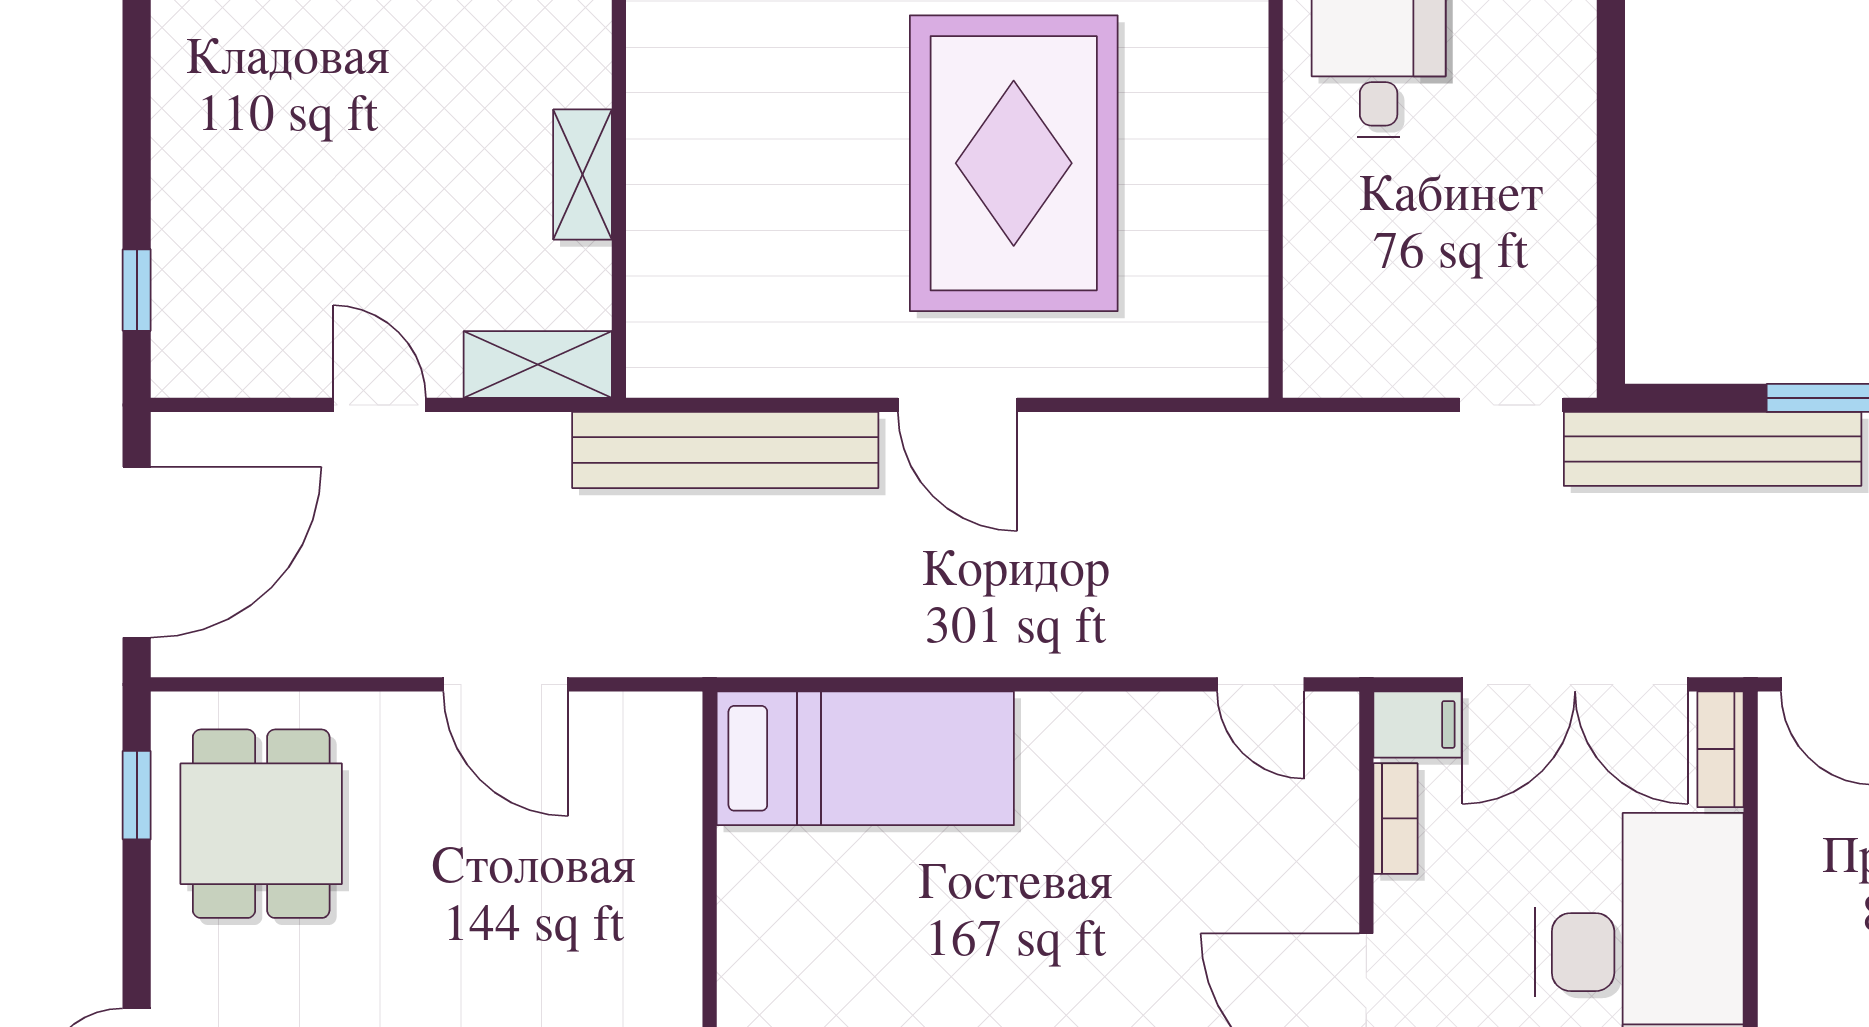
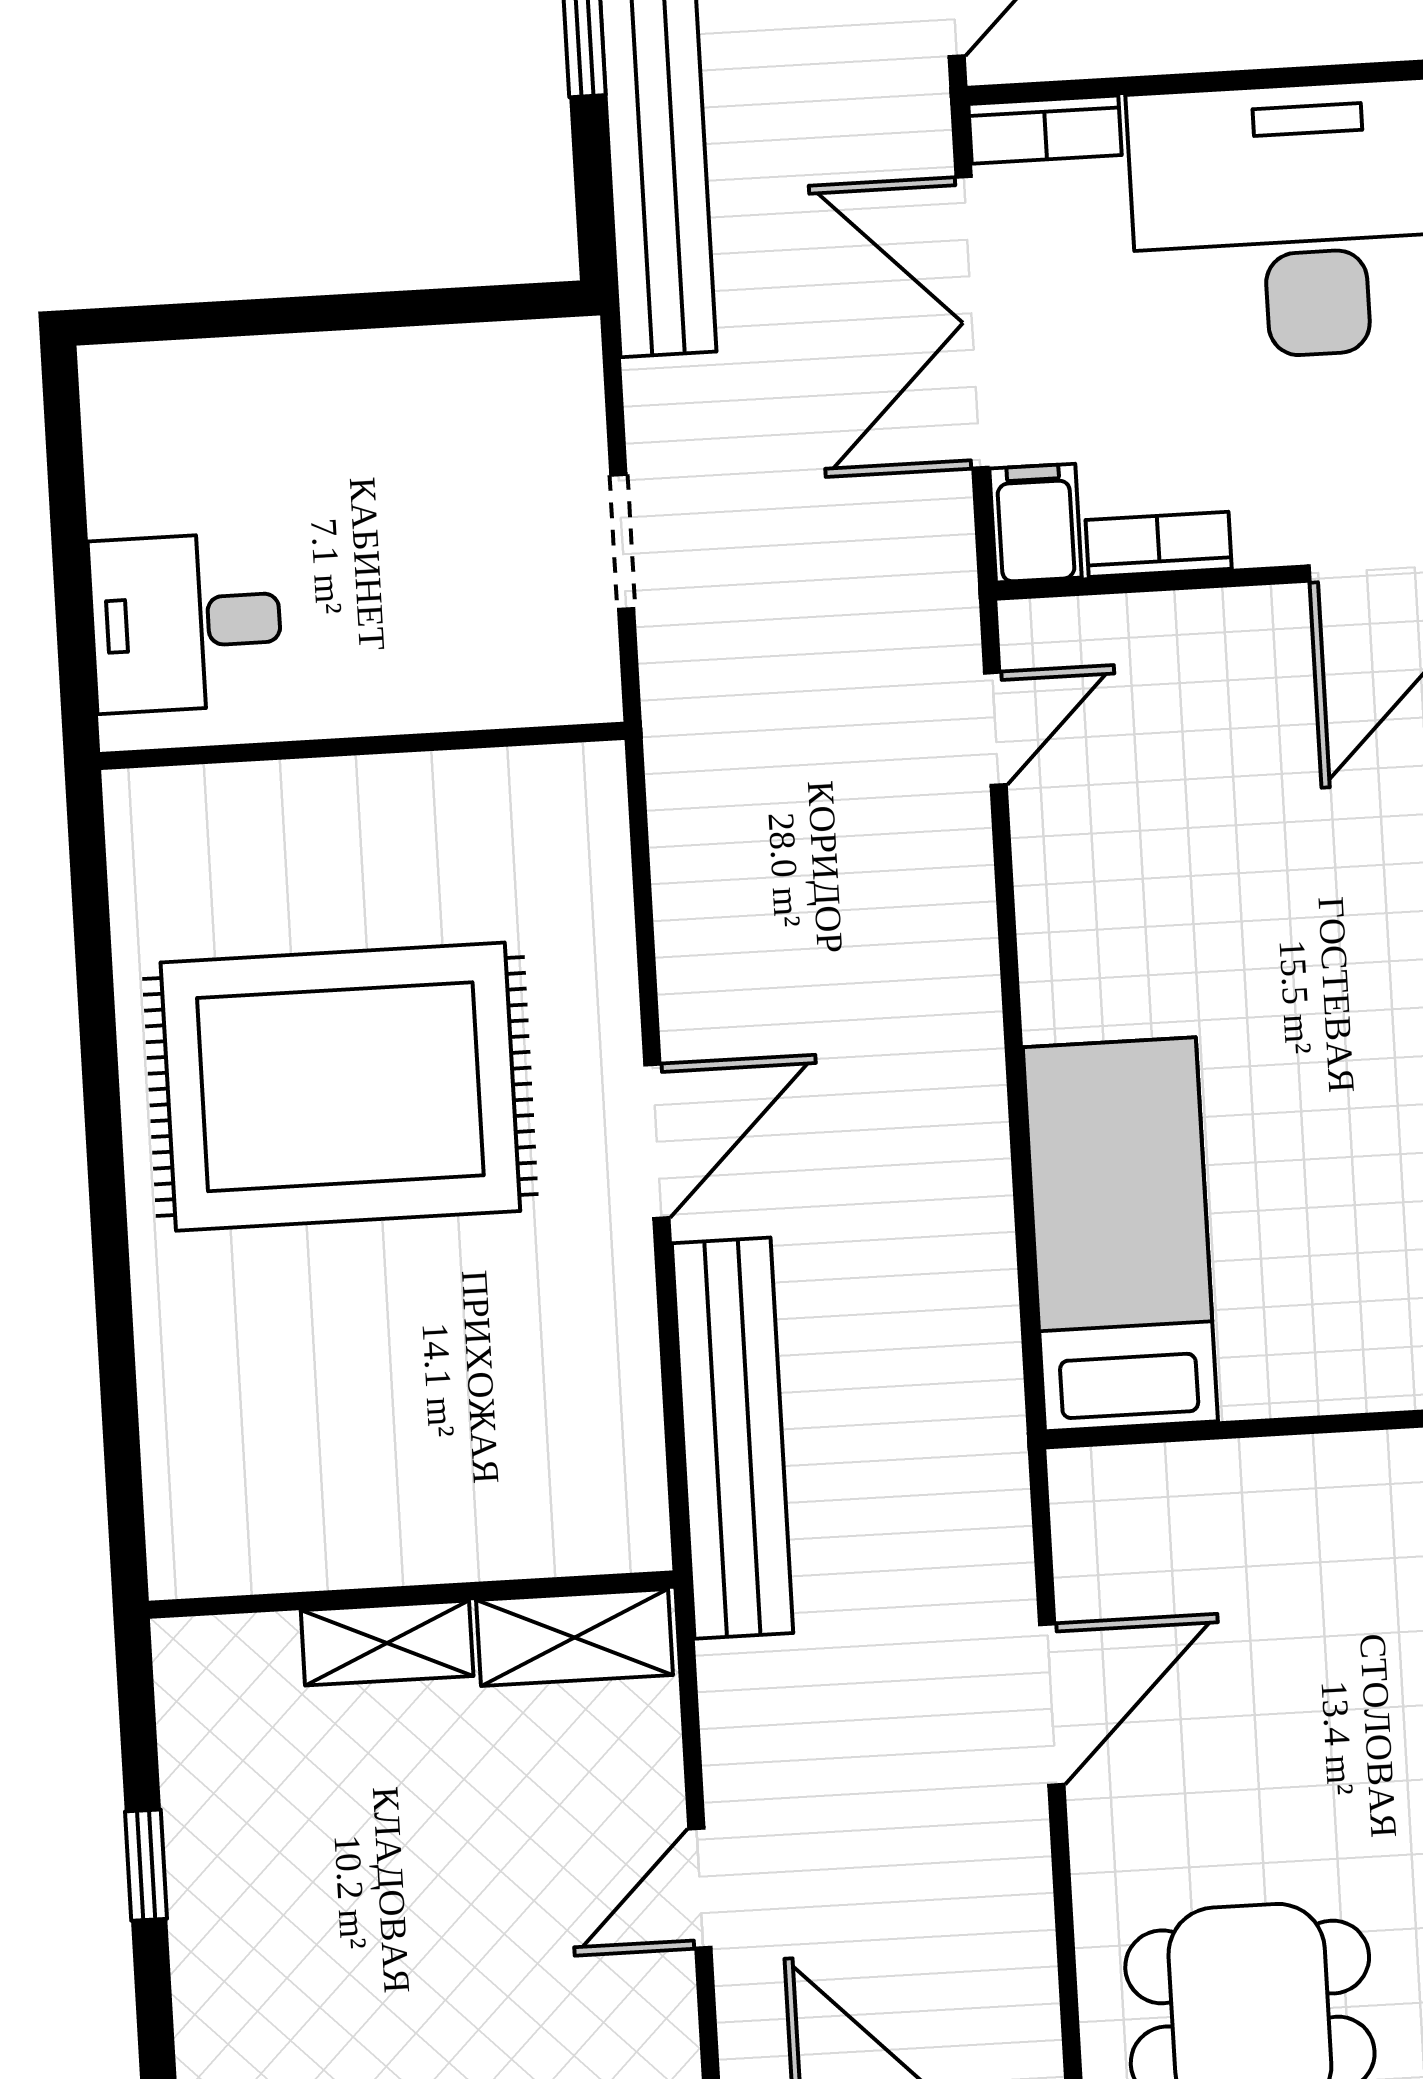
shelving: (538, 365) -> (574, 1638), moved, turned 90
doorway: (1511, 405) -> (622, 542), moved
double door: (1575, 684) -> (972, 322), swing flipped

